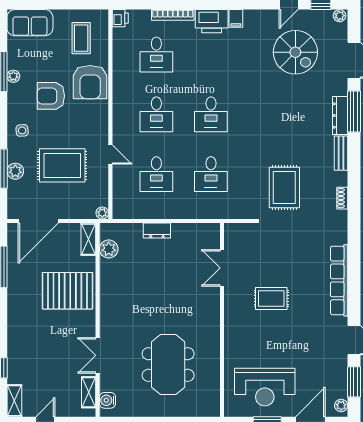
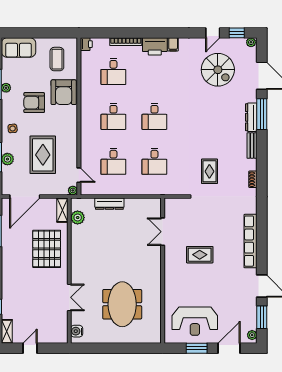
door: (110, 155) -> (79, 175), moved
rug: (62, 165) -> (43, 155), turned 90
rug: (284, 188) -> (209, 171), width x0.73, depth x0.70
dresser: (157, 231) -> (109, 204), width x1.44
pallet: (67, 291) -> (47, 249), turned 90
double door: (98, 355) -> (69, 297), swing flipped
shelving: (89, 392) -> (63, 325), removed

